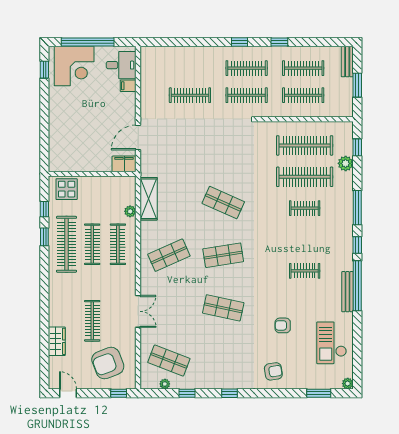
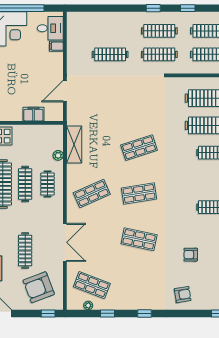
filing cabinet: (124, 164) -> (33, 114), moved
shop shelf: (223, 203) -> (139, 148), turned -42
clothes rail: (118, 244) -> (47, 184), width x0.73
double door: (138, 311) -> (65, 242), width x1.37

